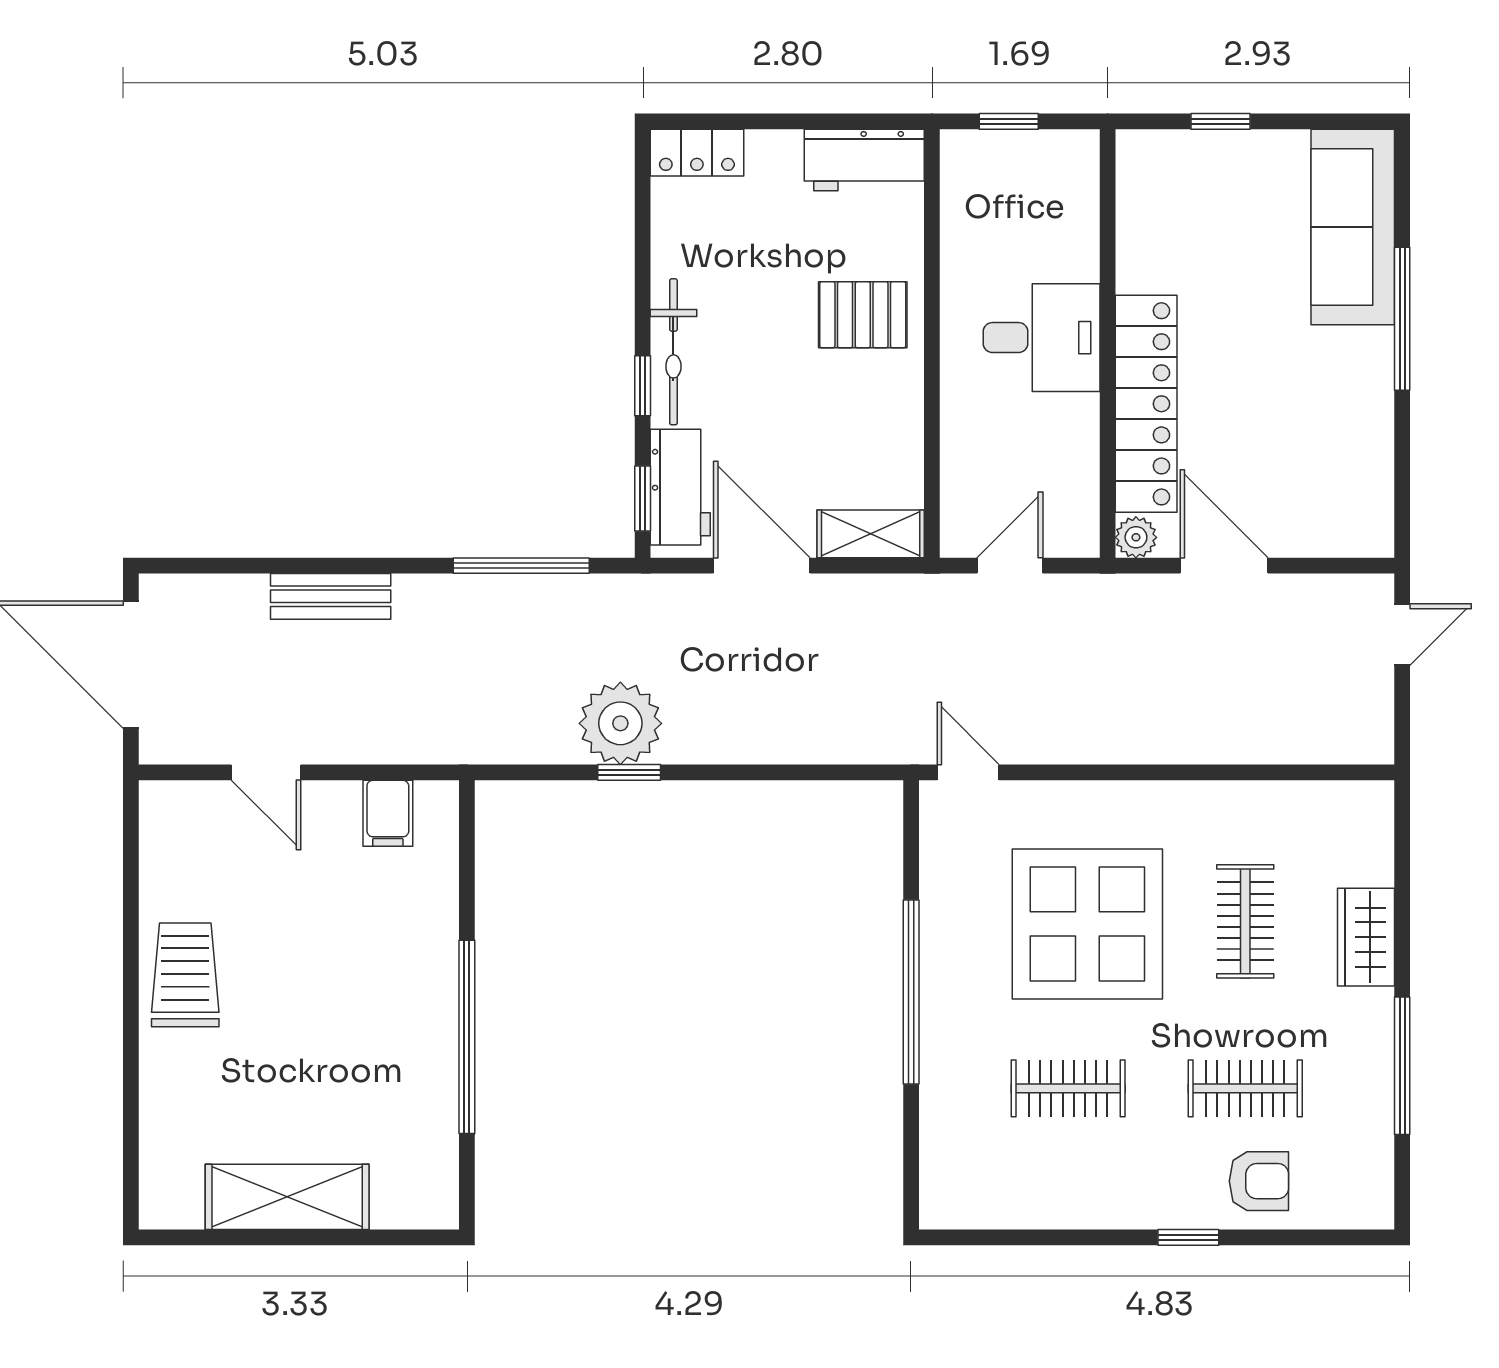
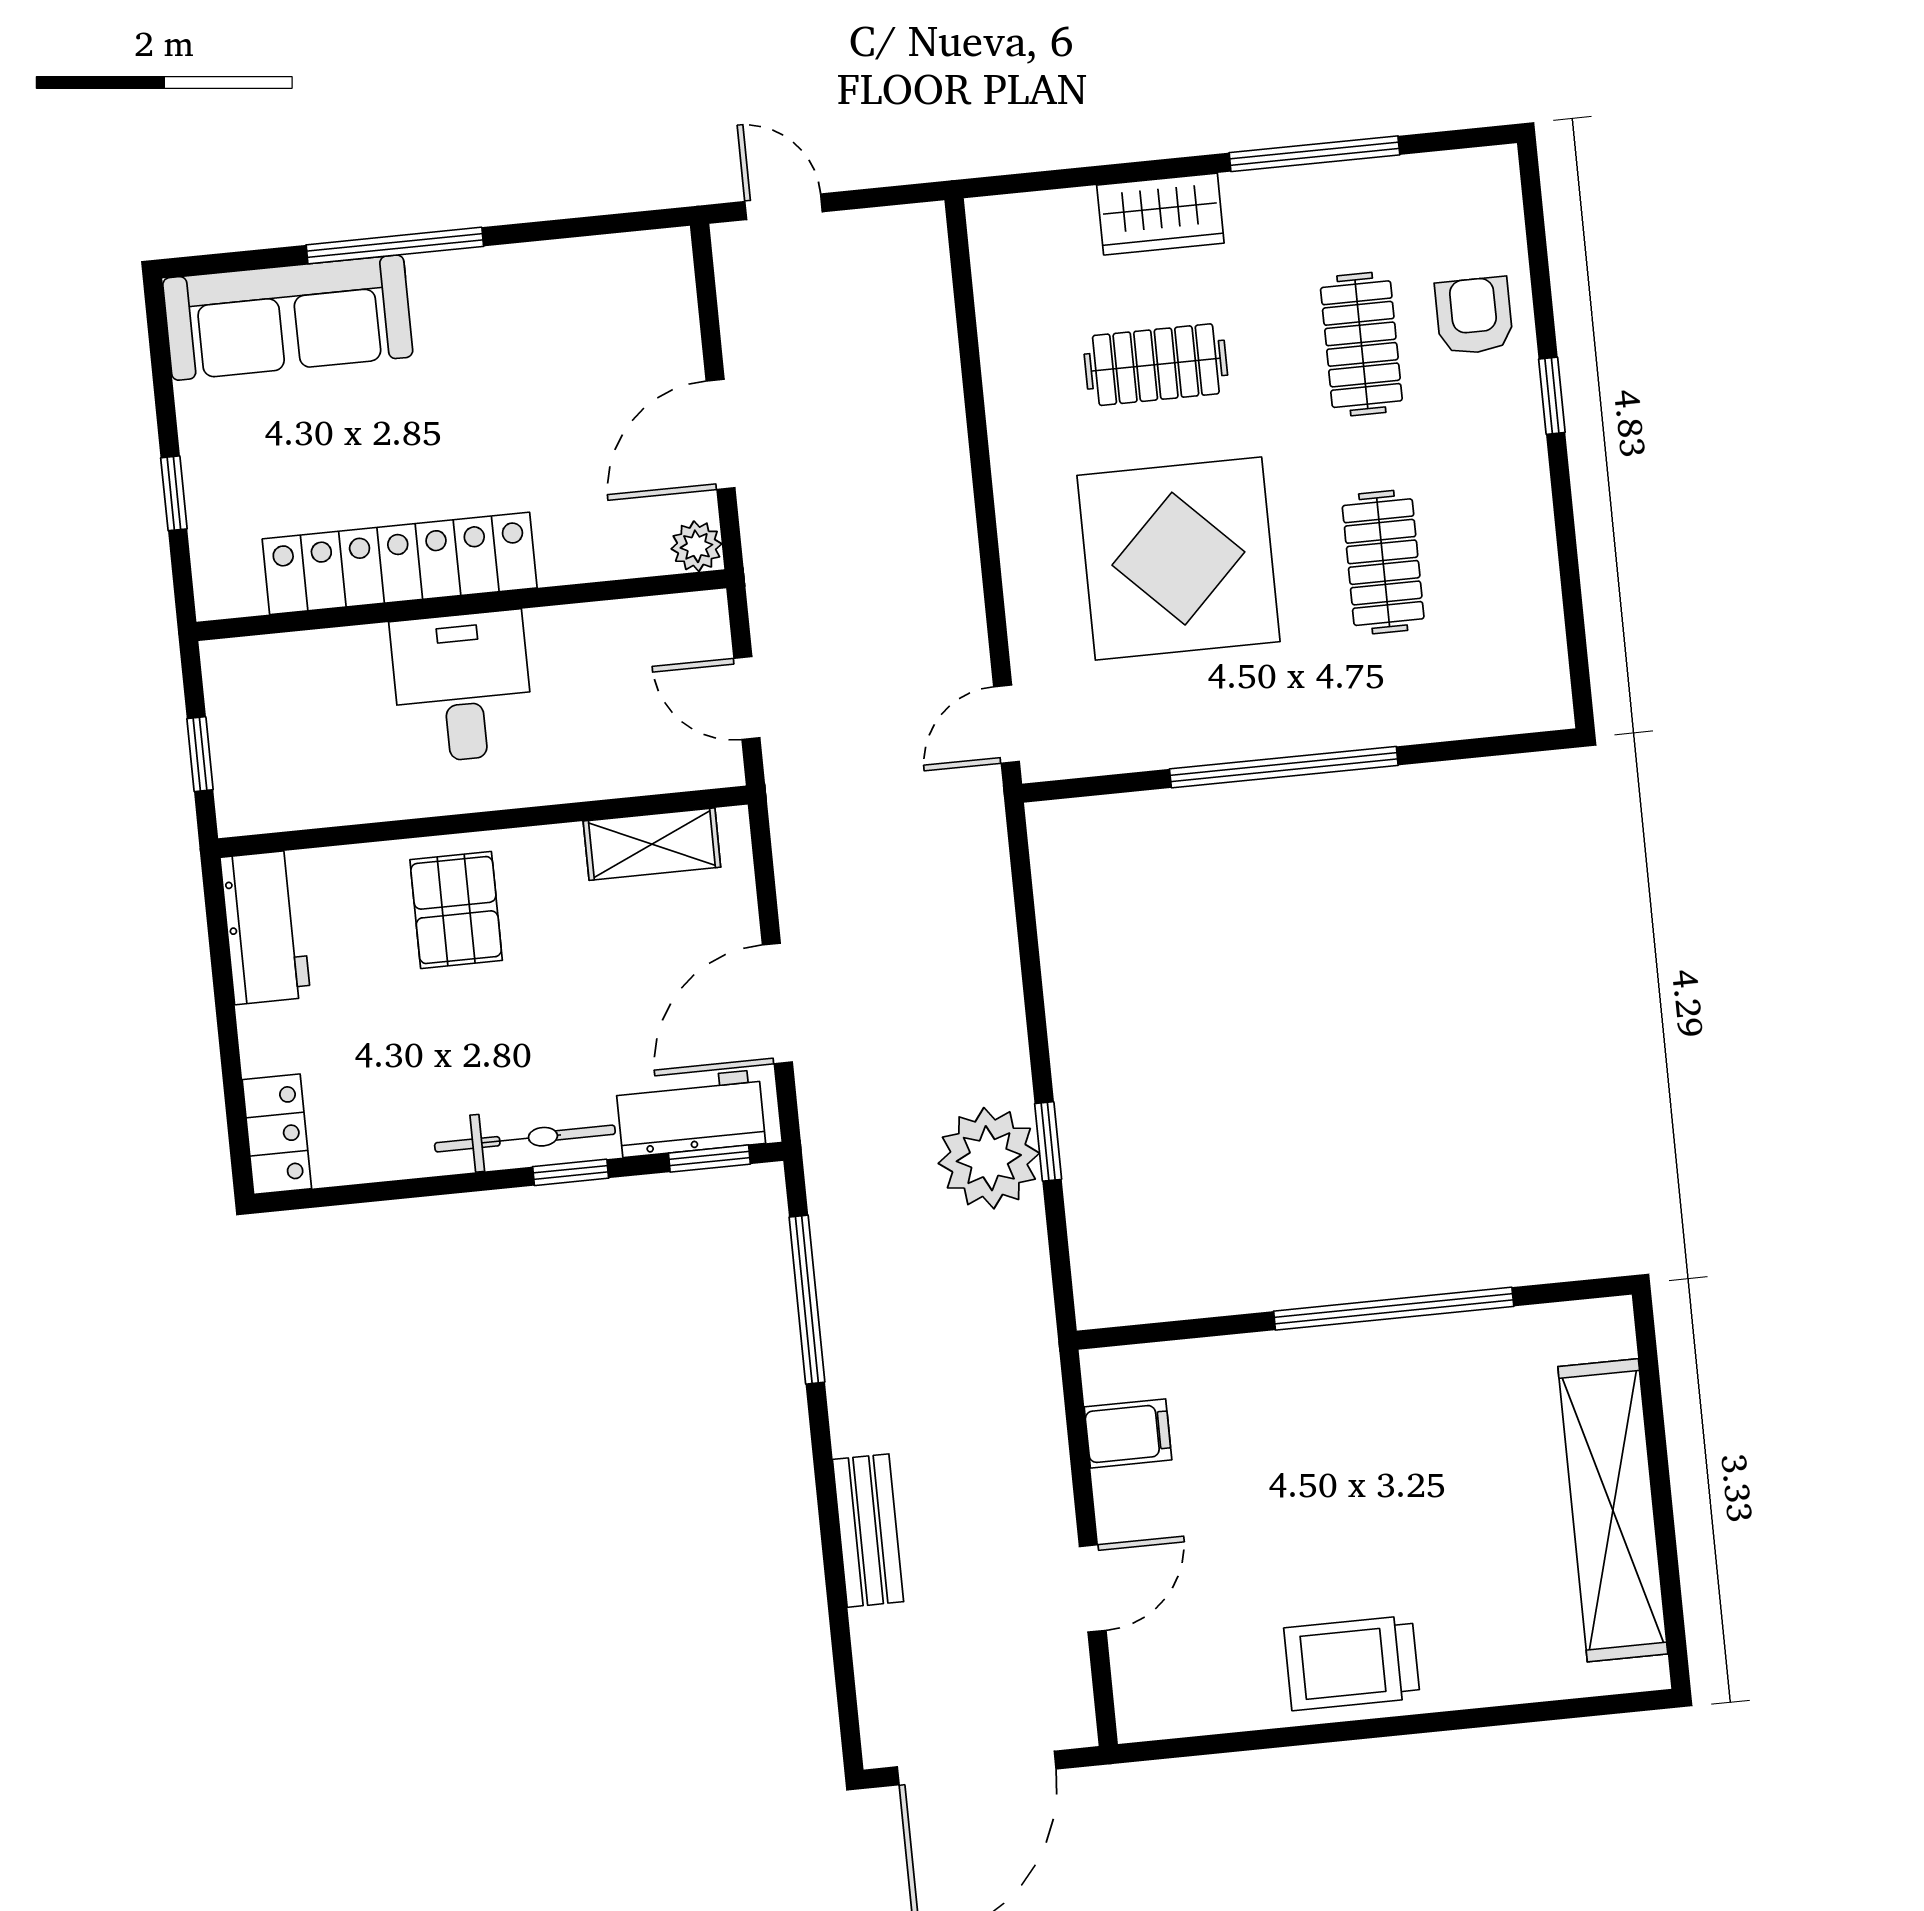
locker: (1146, 404) -> (400, 563), moved
shelving: (871, 534) -> (652, 844), moved, turned 90
shelving: (287, 1197) -> (1613, 1510), width x1.47

